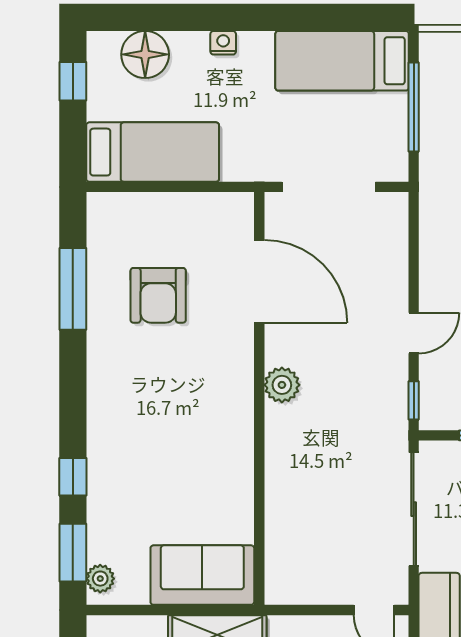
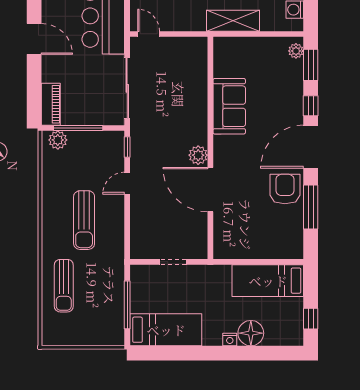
floor lamp: (145, 54) -> (251, 333), moved
doorway: (329, 187) -> (173, 262), width x0.53
door: (259, 281) -> (210, 190), moved
armchair: (158, 295) -> (285, 189), moved
door: (73, 401) -> (311, 147), added
sofa: (202, 575) -> (229, 106), moved, turned -90

